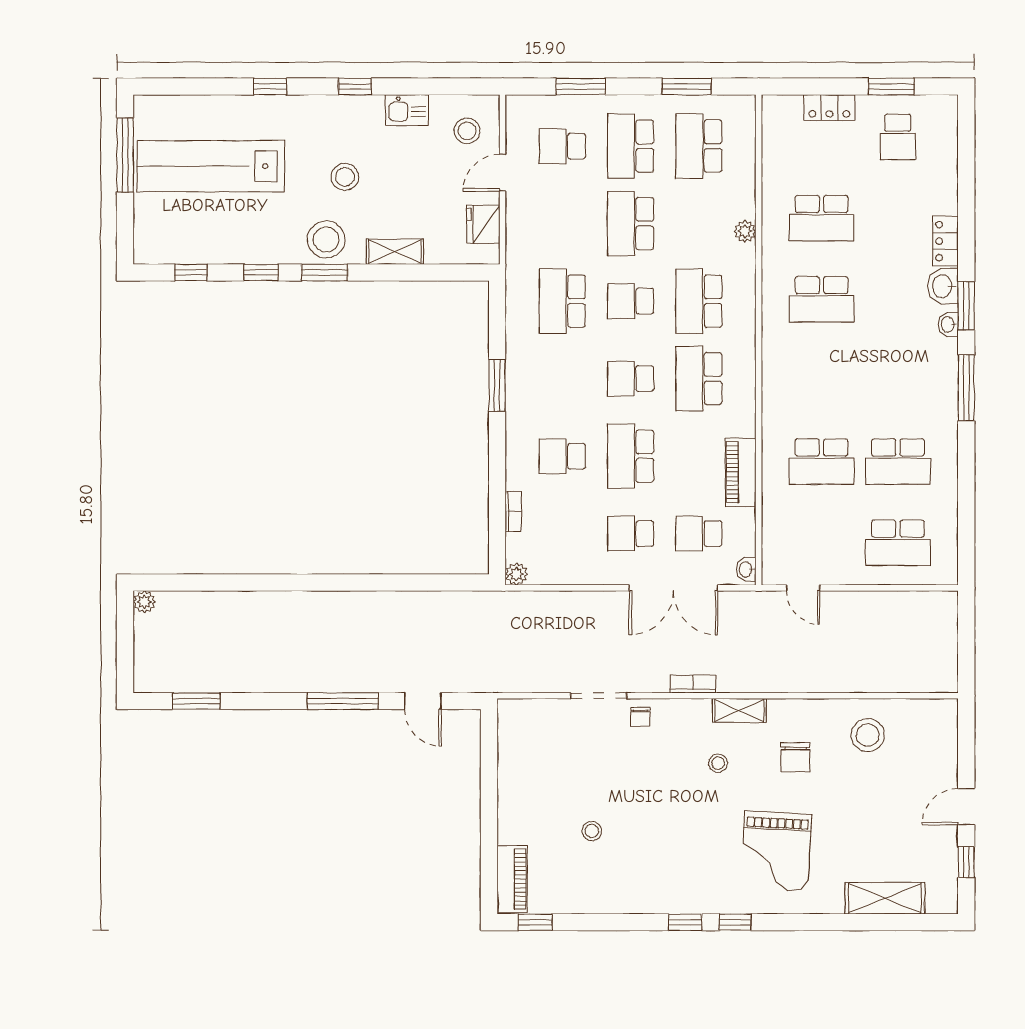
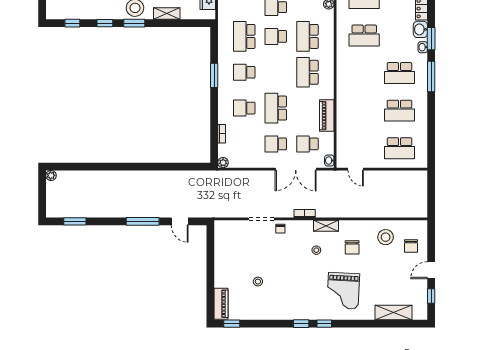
school desk: (631, 379) -> (244, 72), moved
school desk: (822, 462) -> (399, 73), moved
chair: (923, 754) -> (411, 246), added

